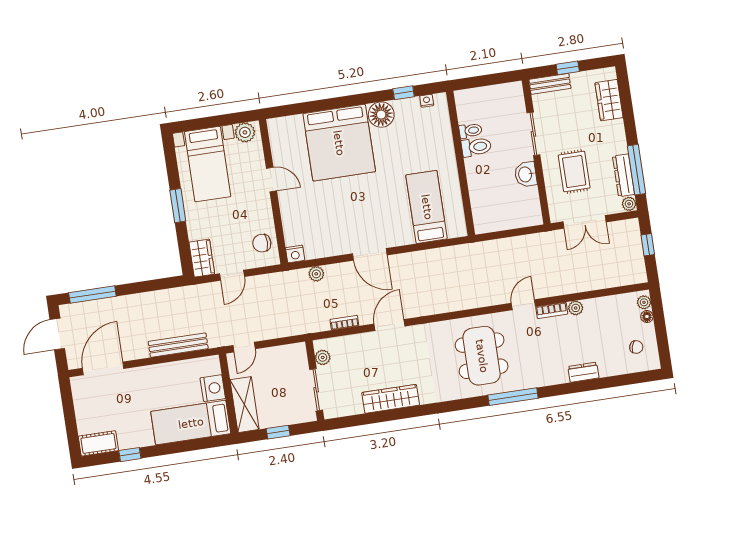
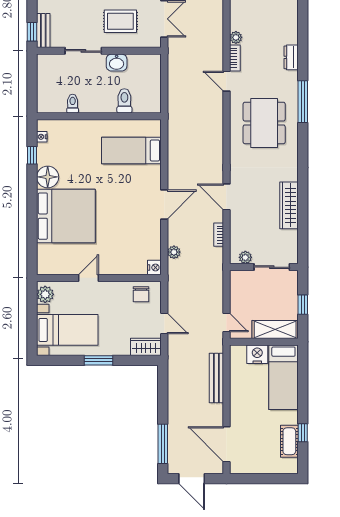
window: (568, 68) -> (32, 32), moved
toilet: (476, 147) -> (124, 101), moved
dining table: (482, 356) -> (264, 123), turned 90
dresser: (583, 372) -> (291, 57), moved
cot: (98, 443) -> (289, 441), moved

